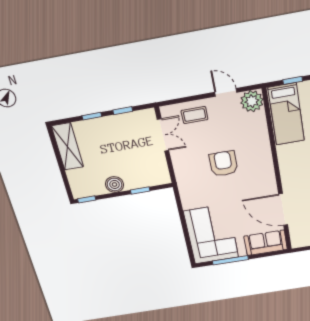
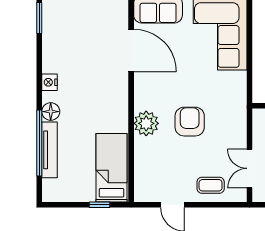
plant: (252, 101) -> (146, 123), moved
armchair: (223, 164) -> (190, 122), turned 180

